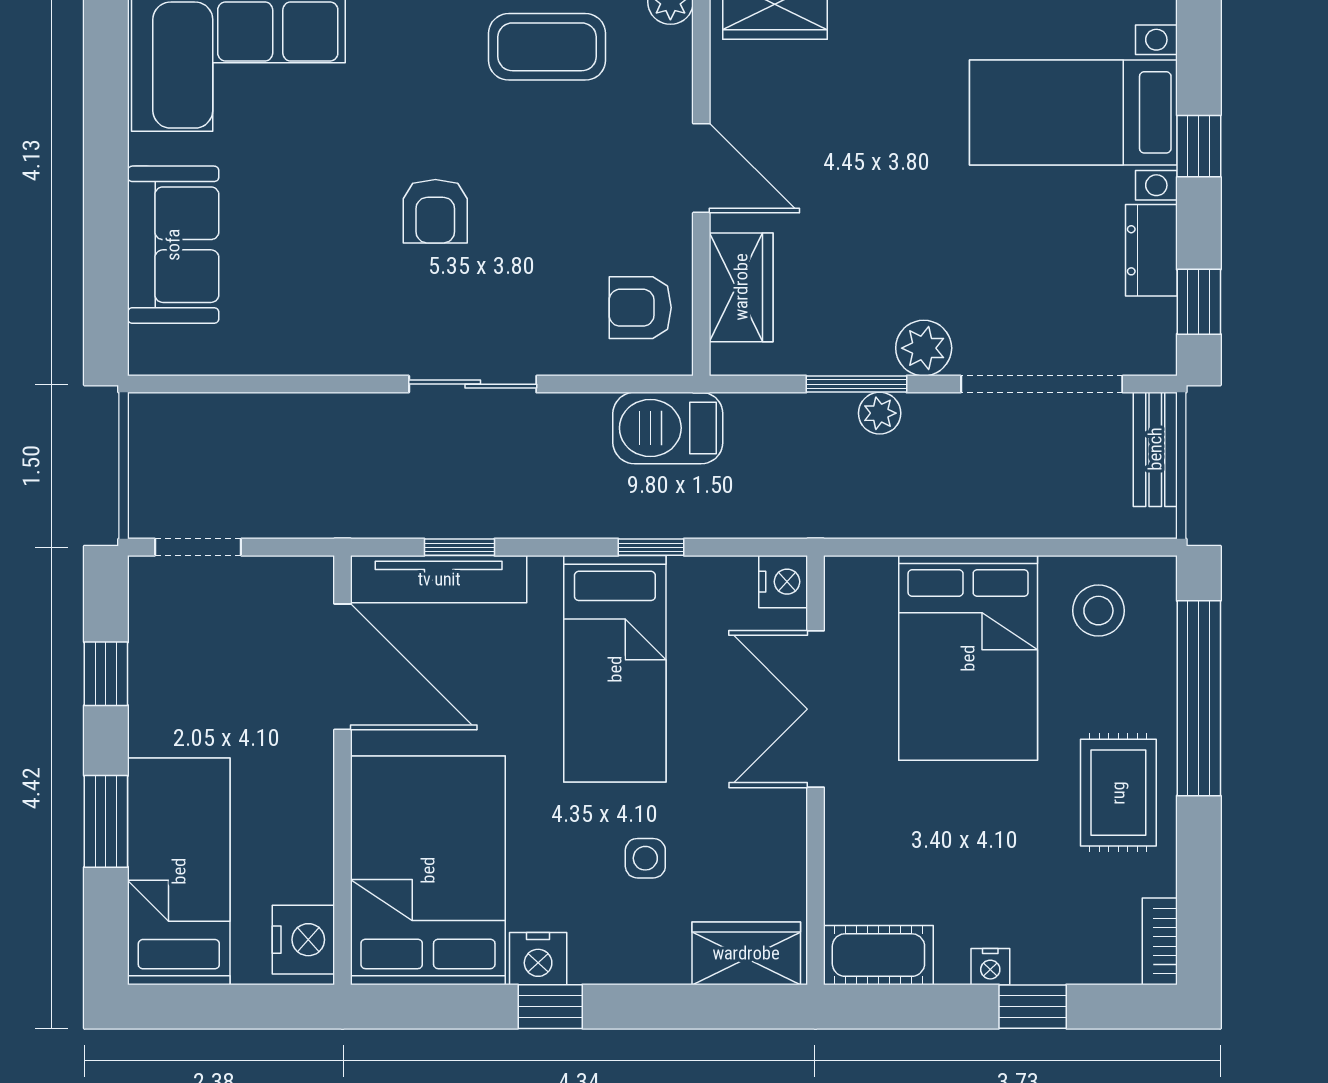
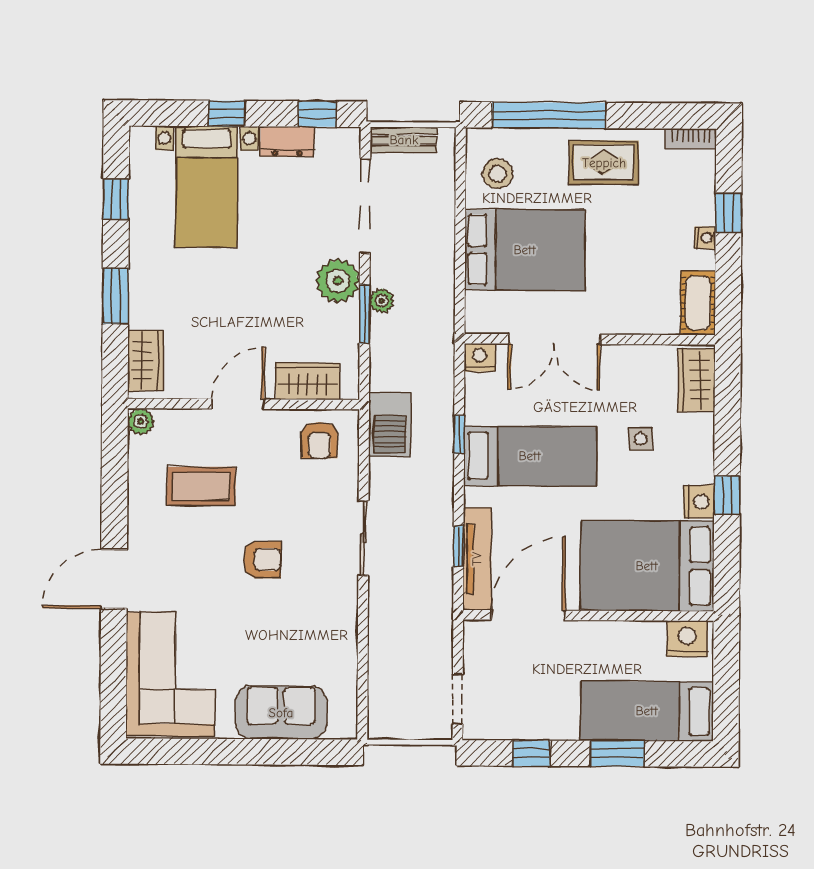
coffee table: (547, 47) -> (201, 486), moved, turned 90
plant: (924, 348) -> (338, 281), width x1.36, depth x1.36

